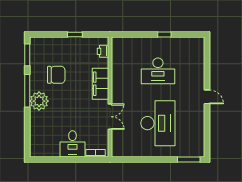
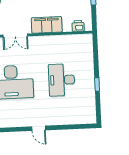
door: (207, 97) -> (39, 128), hinge flipped

